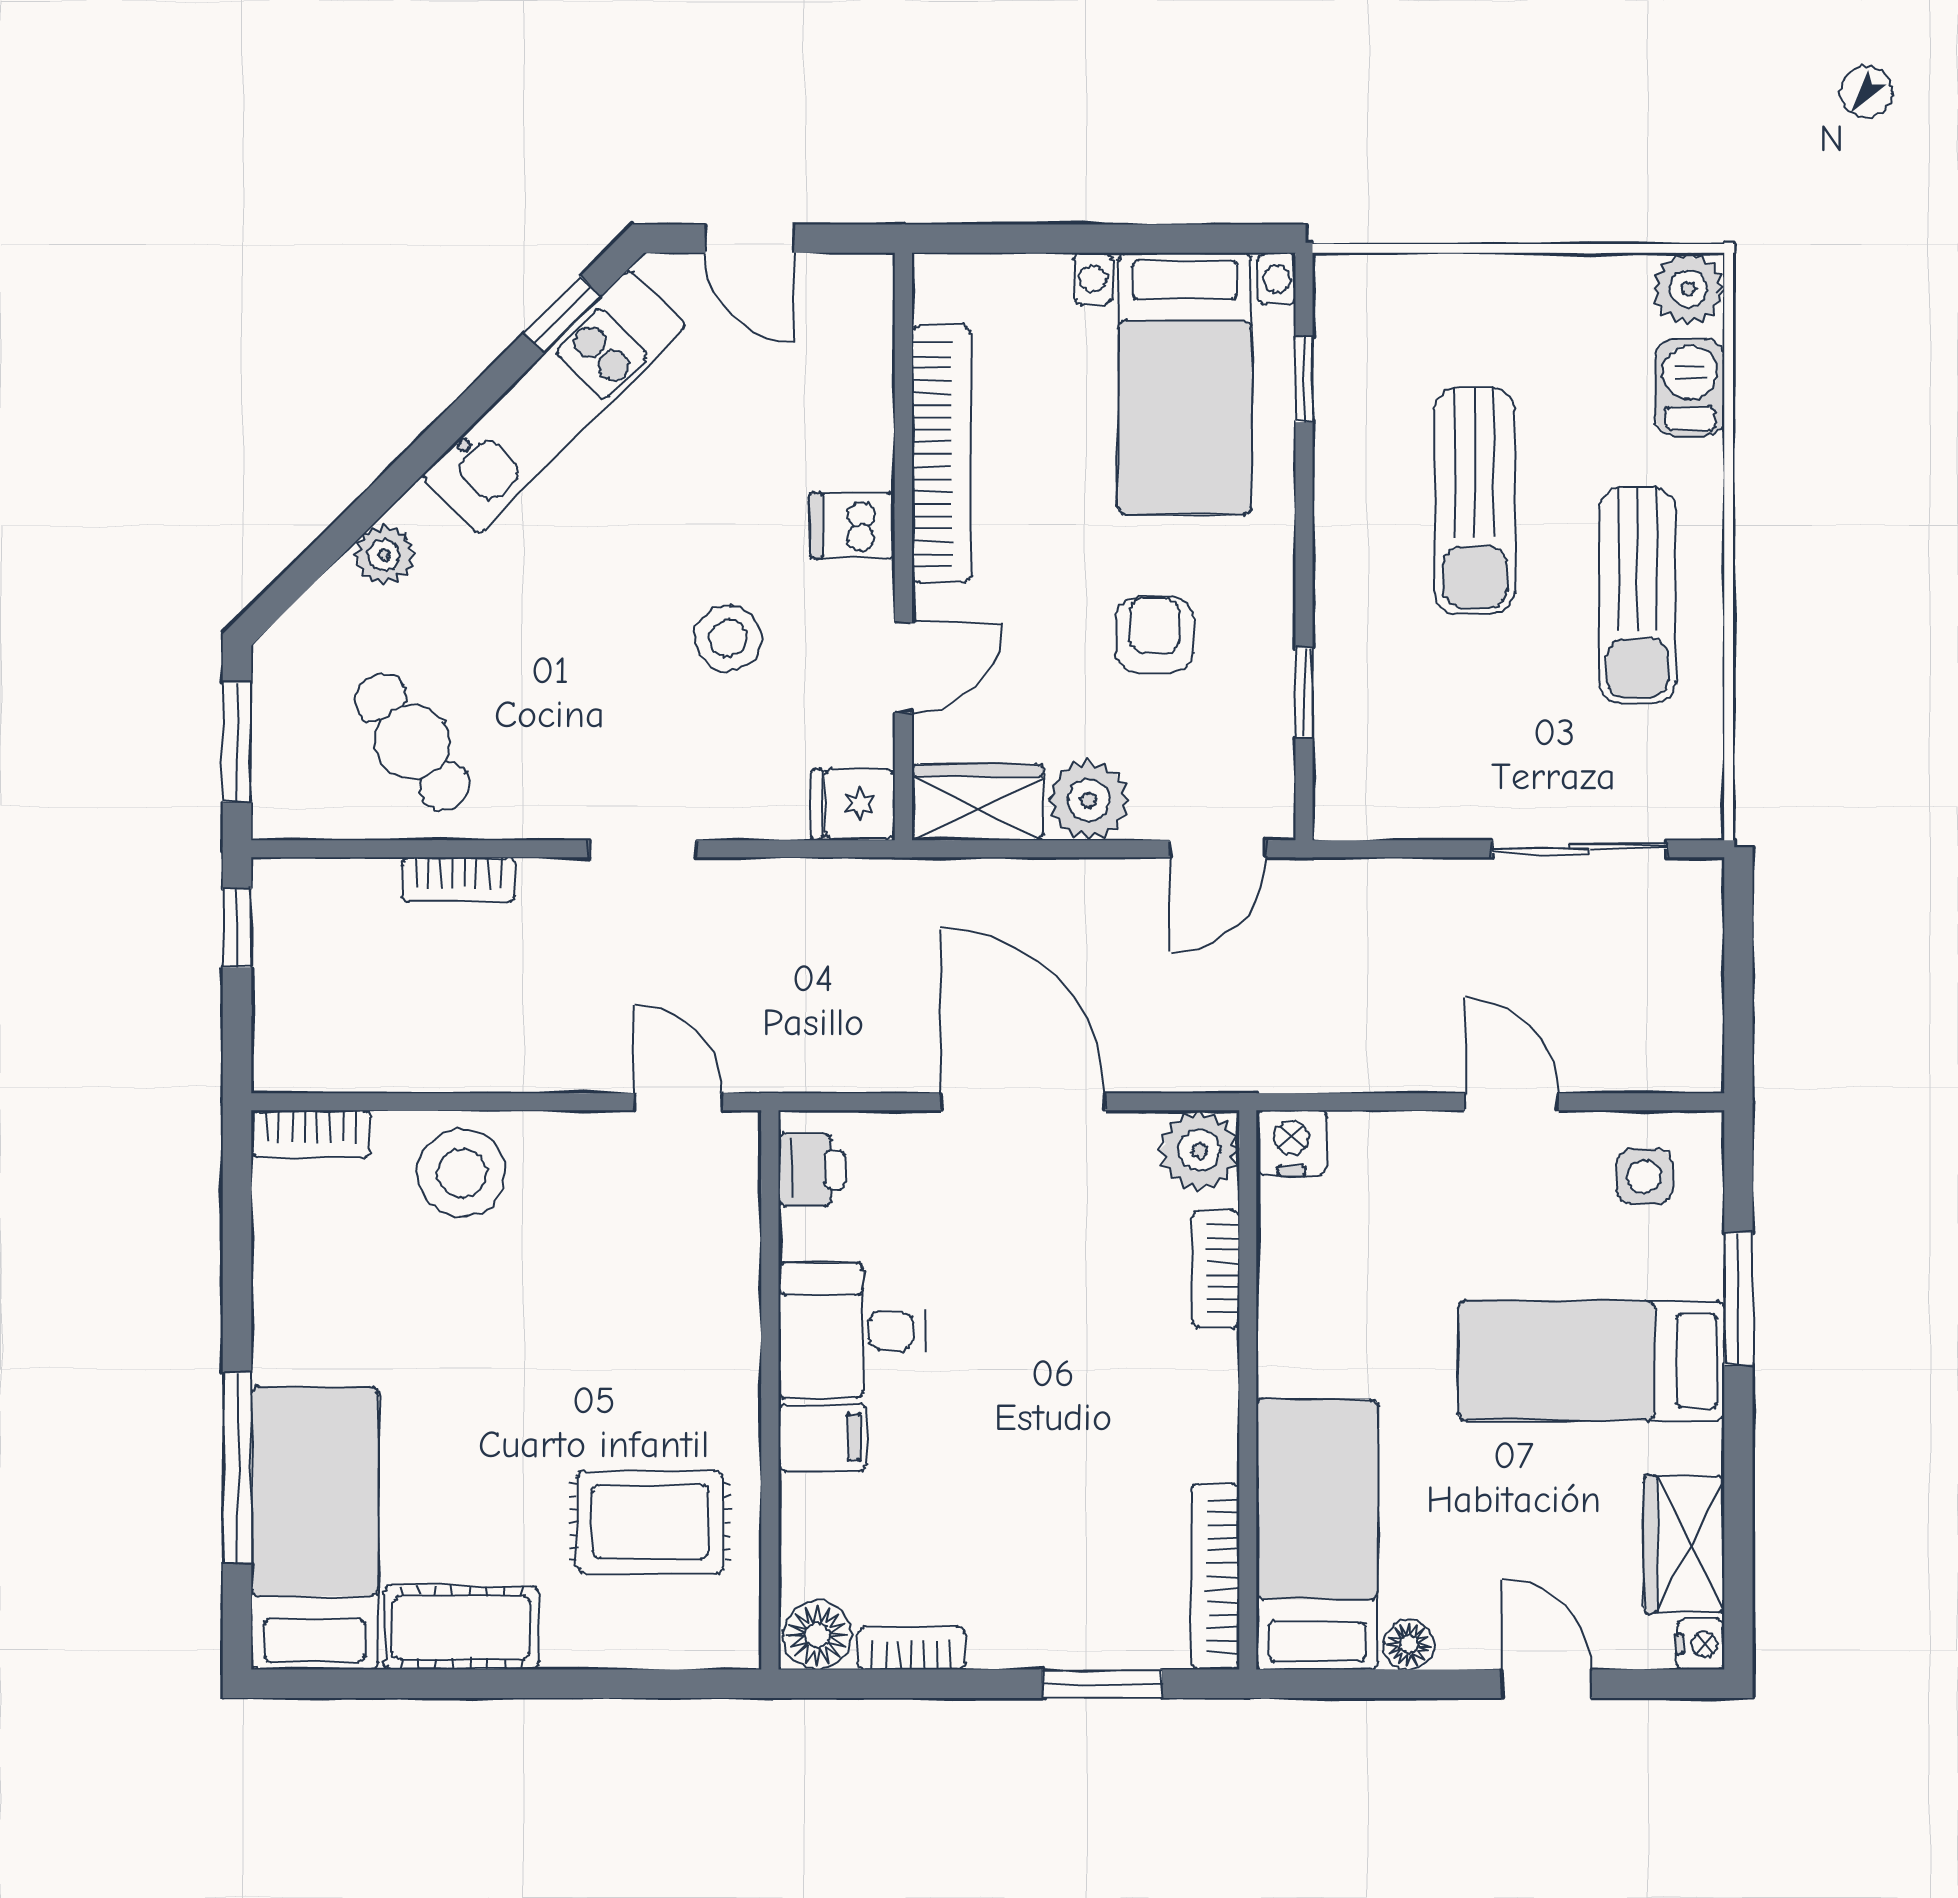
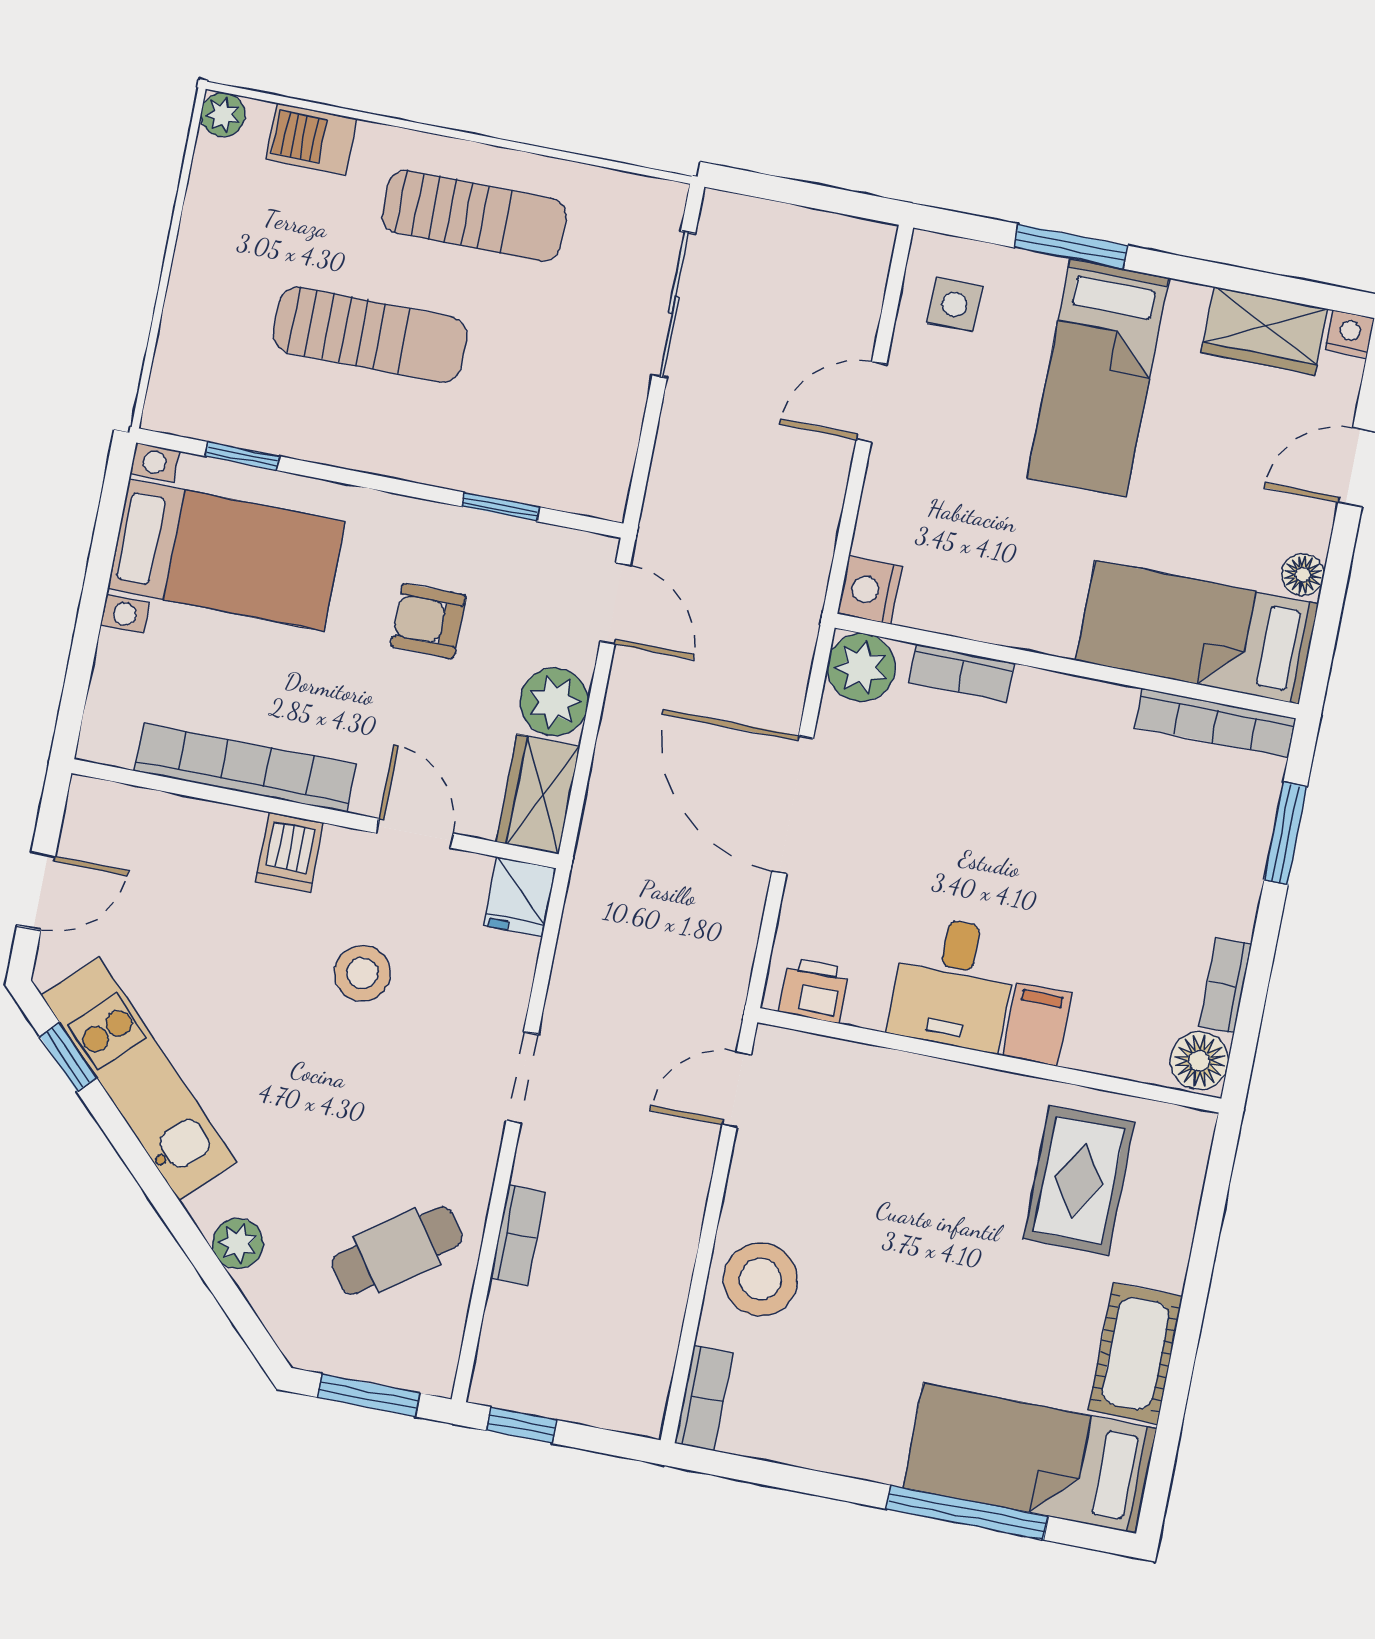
plant: (1688, 289) -> (223, 115), width x0.73, depth x0.73
door: (1023, 1102) -> (793, 805), hinge flipped

